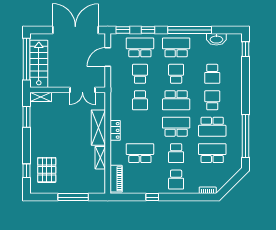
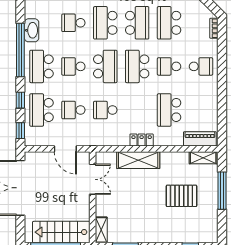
washbasin: (216, 39) -> (32, 30), moved
door: (108, 57) -> (65, 149), moved
school desk: (212, 74) -> (73, 23), turned 180
school desk: (140, 100) -> (105, 110), turned 180
school desk: (212, 100) -> (105, 23), width x1.85
school desk: (176, 153) -> (169, 66), turned 180
shelving: (100, 158) -> (203, 158), moved
pallet: (47, 170) -> (181, 196), moved
window: (152, 197) -> (222, 95), removed

